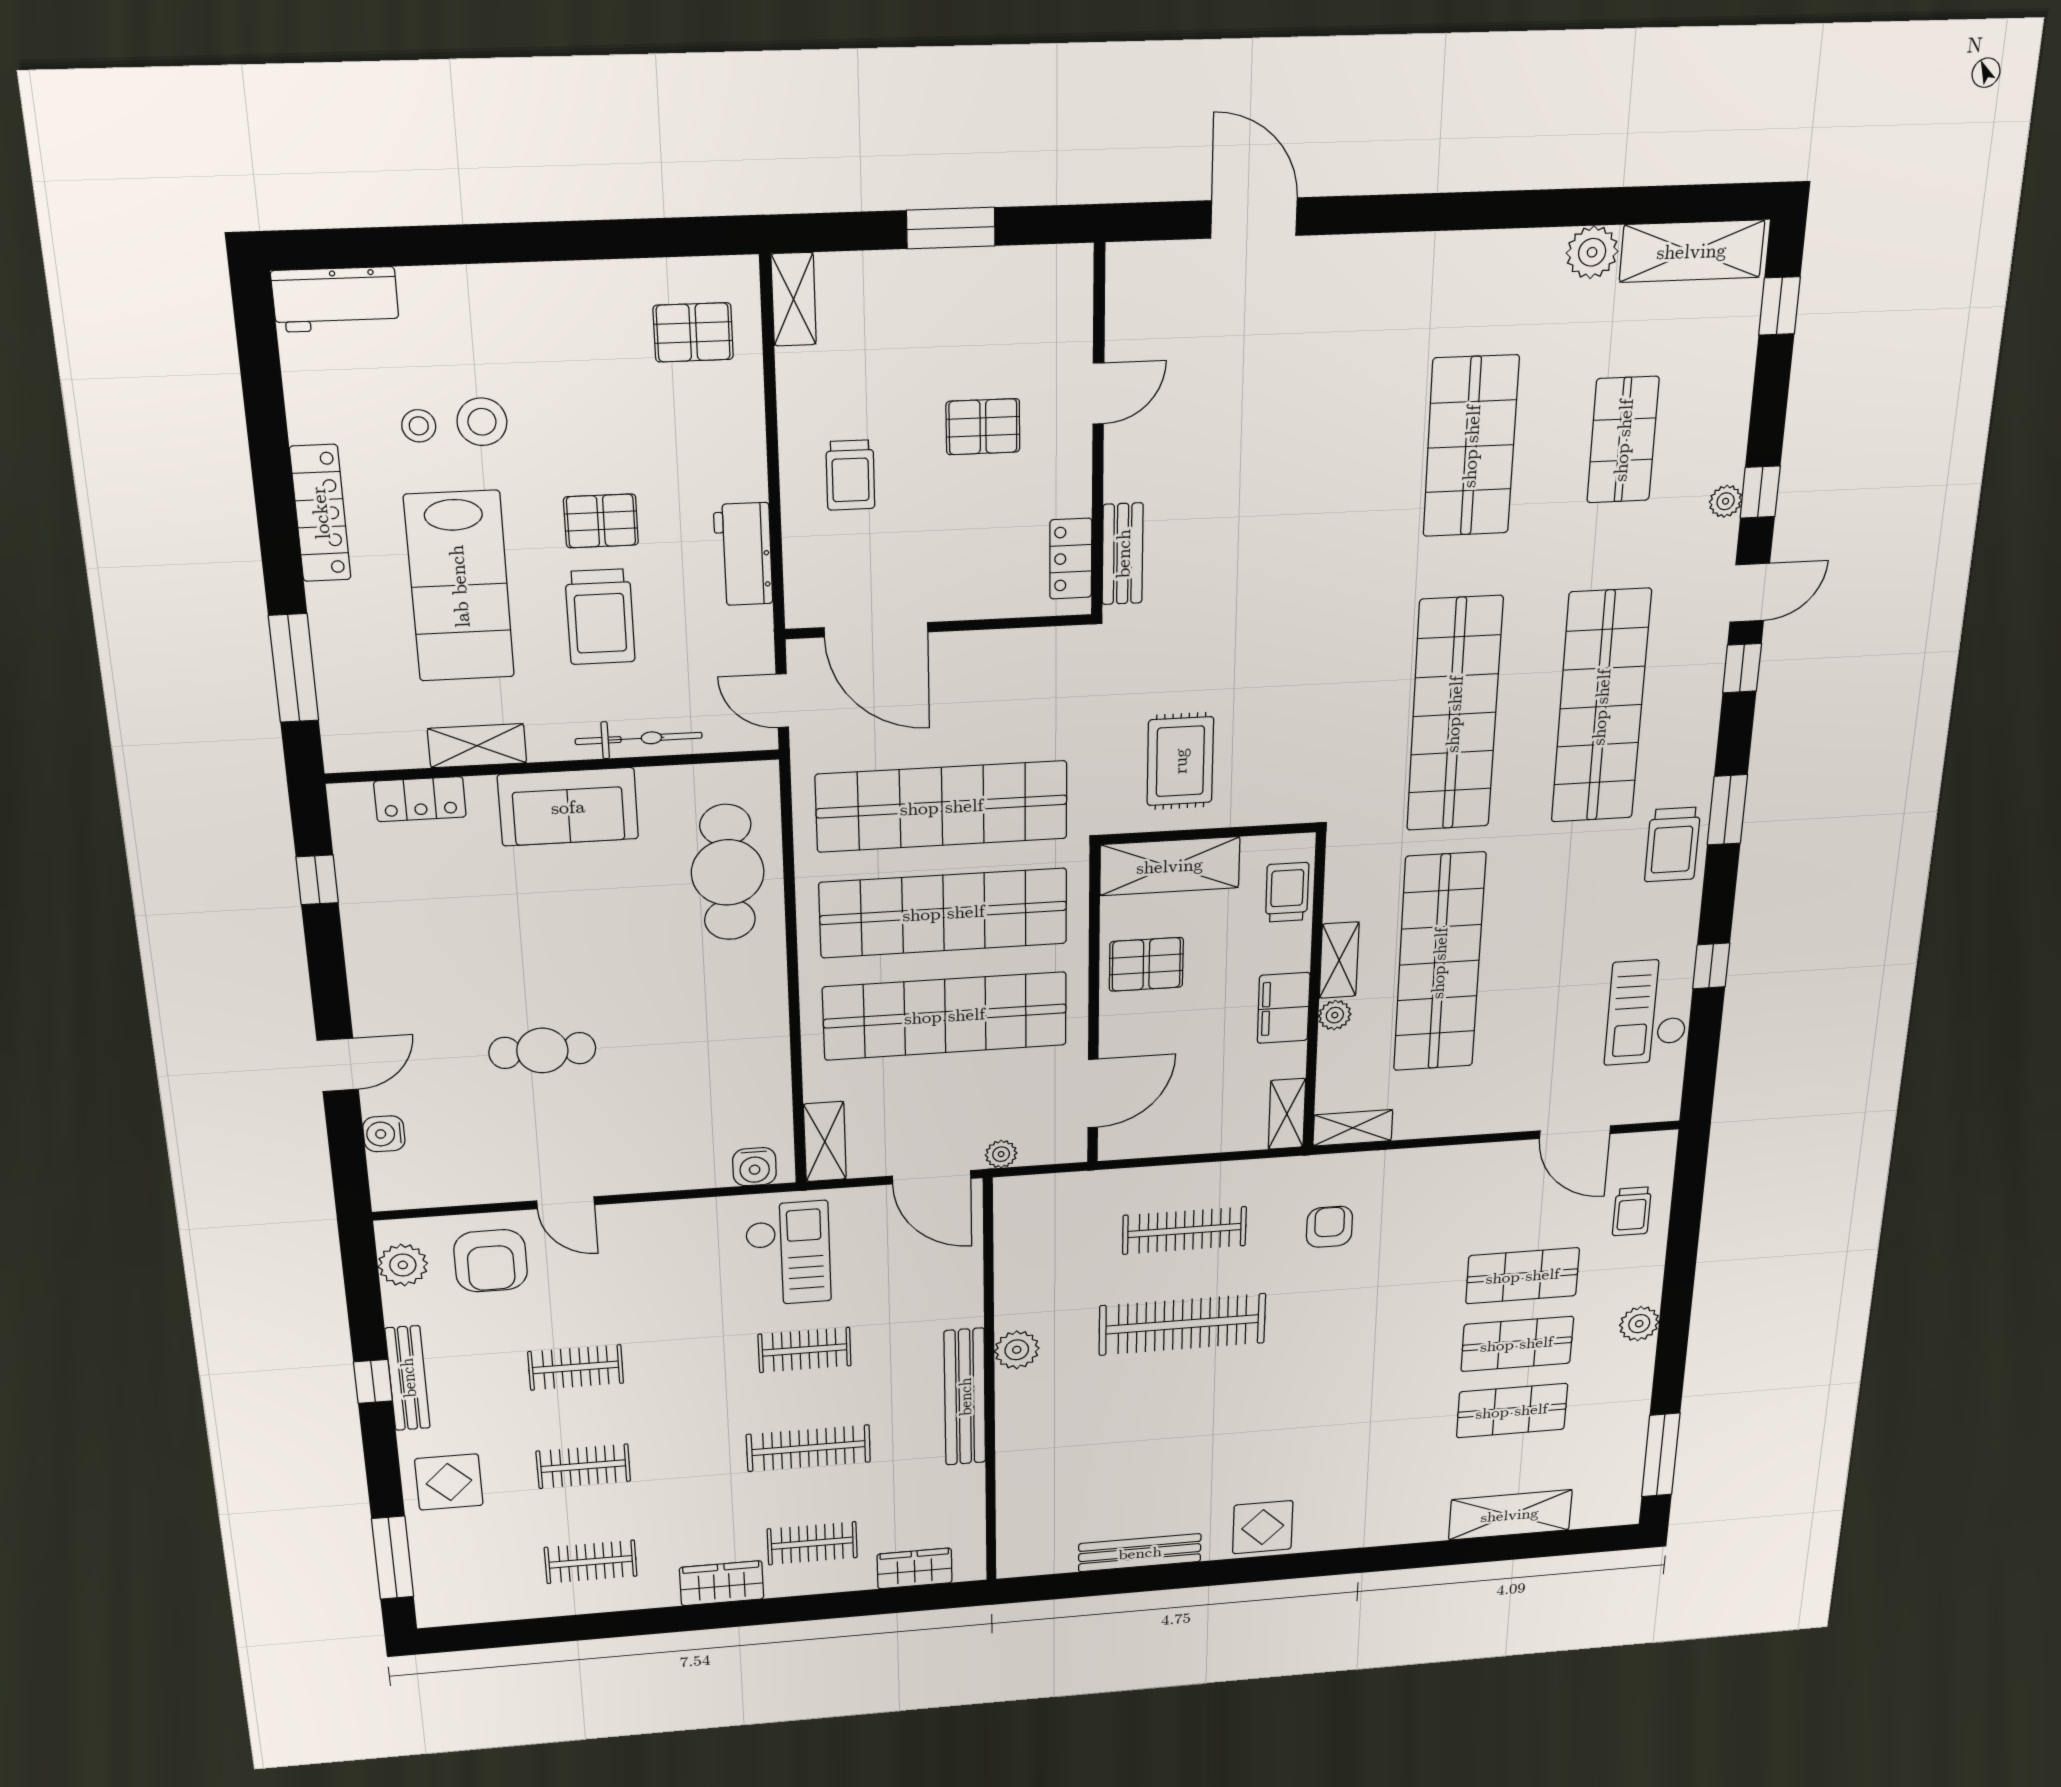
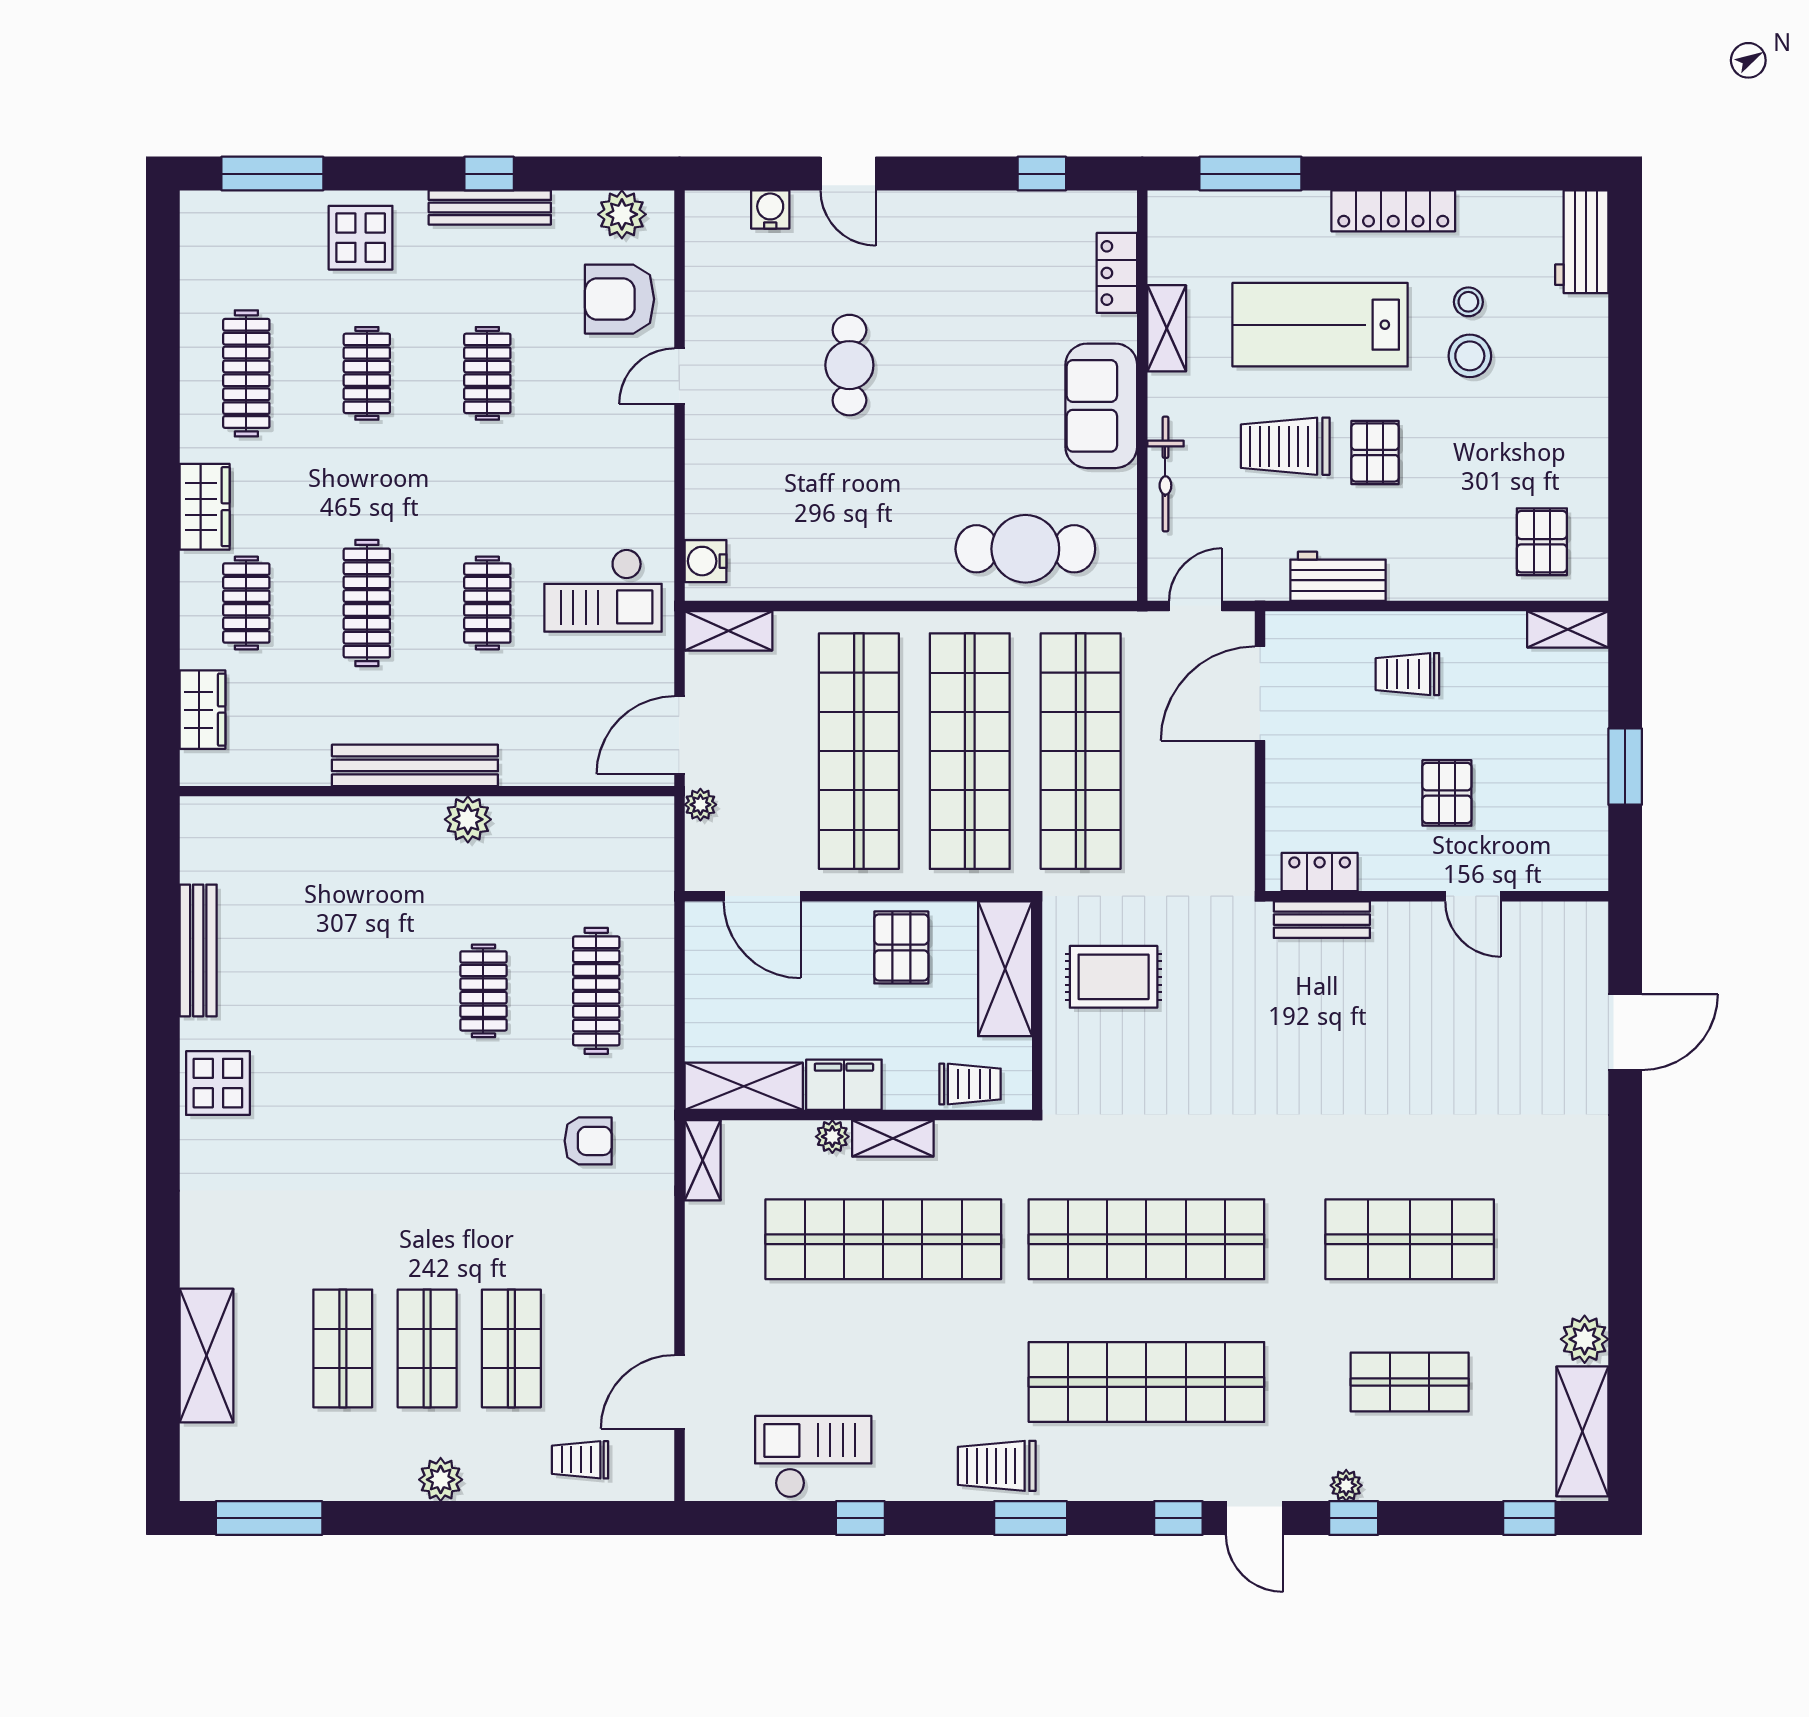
shelving: (1287, 1114) -> (744, 1086), width x1.50, depth x1.33
clothes rail: (1182, 1324) -> (483, 991), width x0.54, depth x0.76
clothes rail: (591, 1562) -> (246, 373), width x1.36

